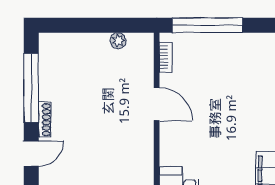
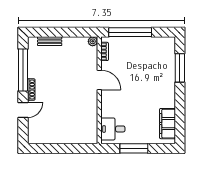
bench: (75, 40) -> (50, 41), added
plant: (118, 41) -> (93, 41), moved

